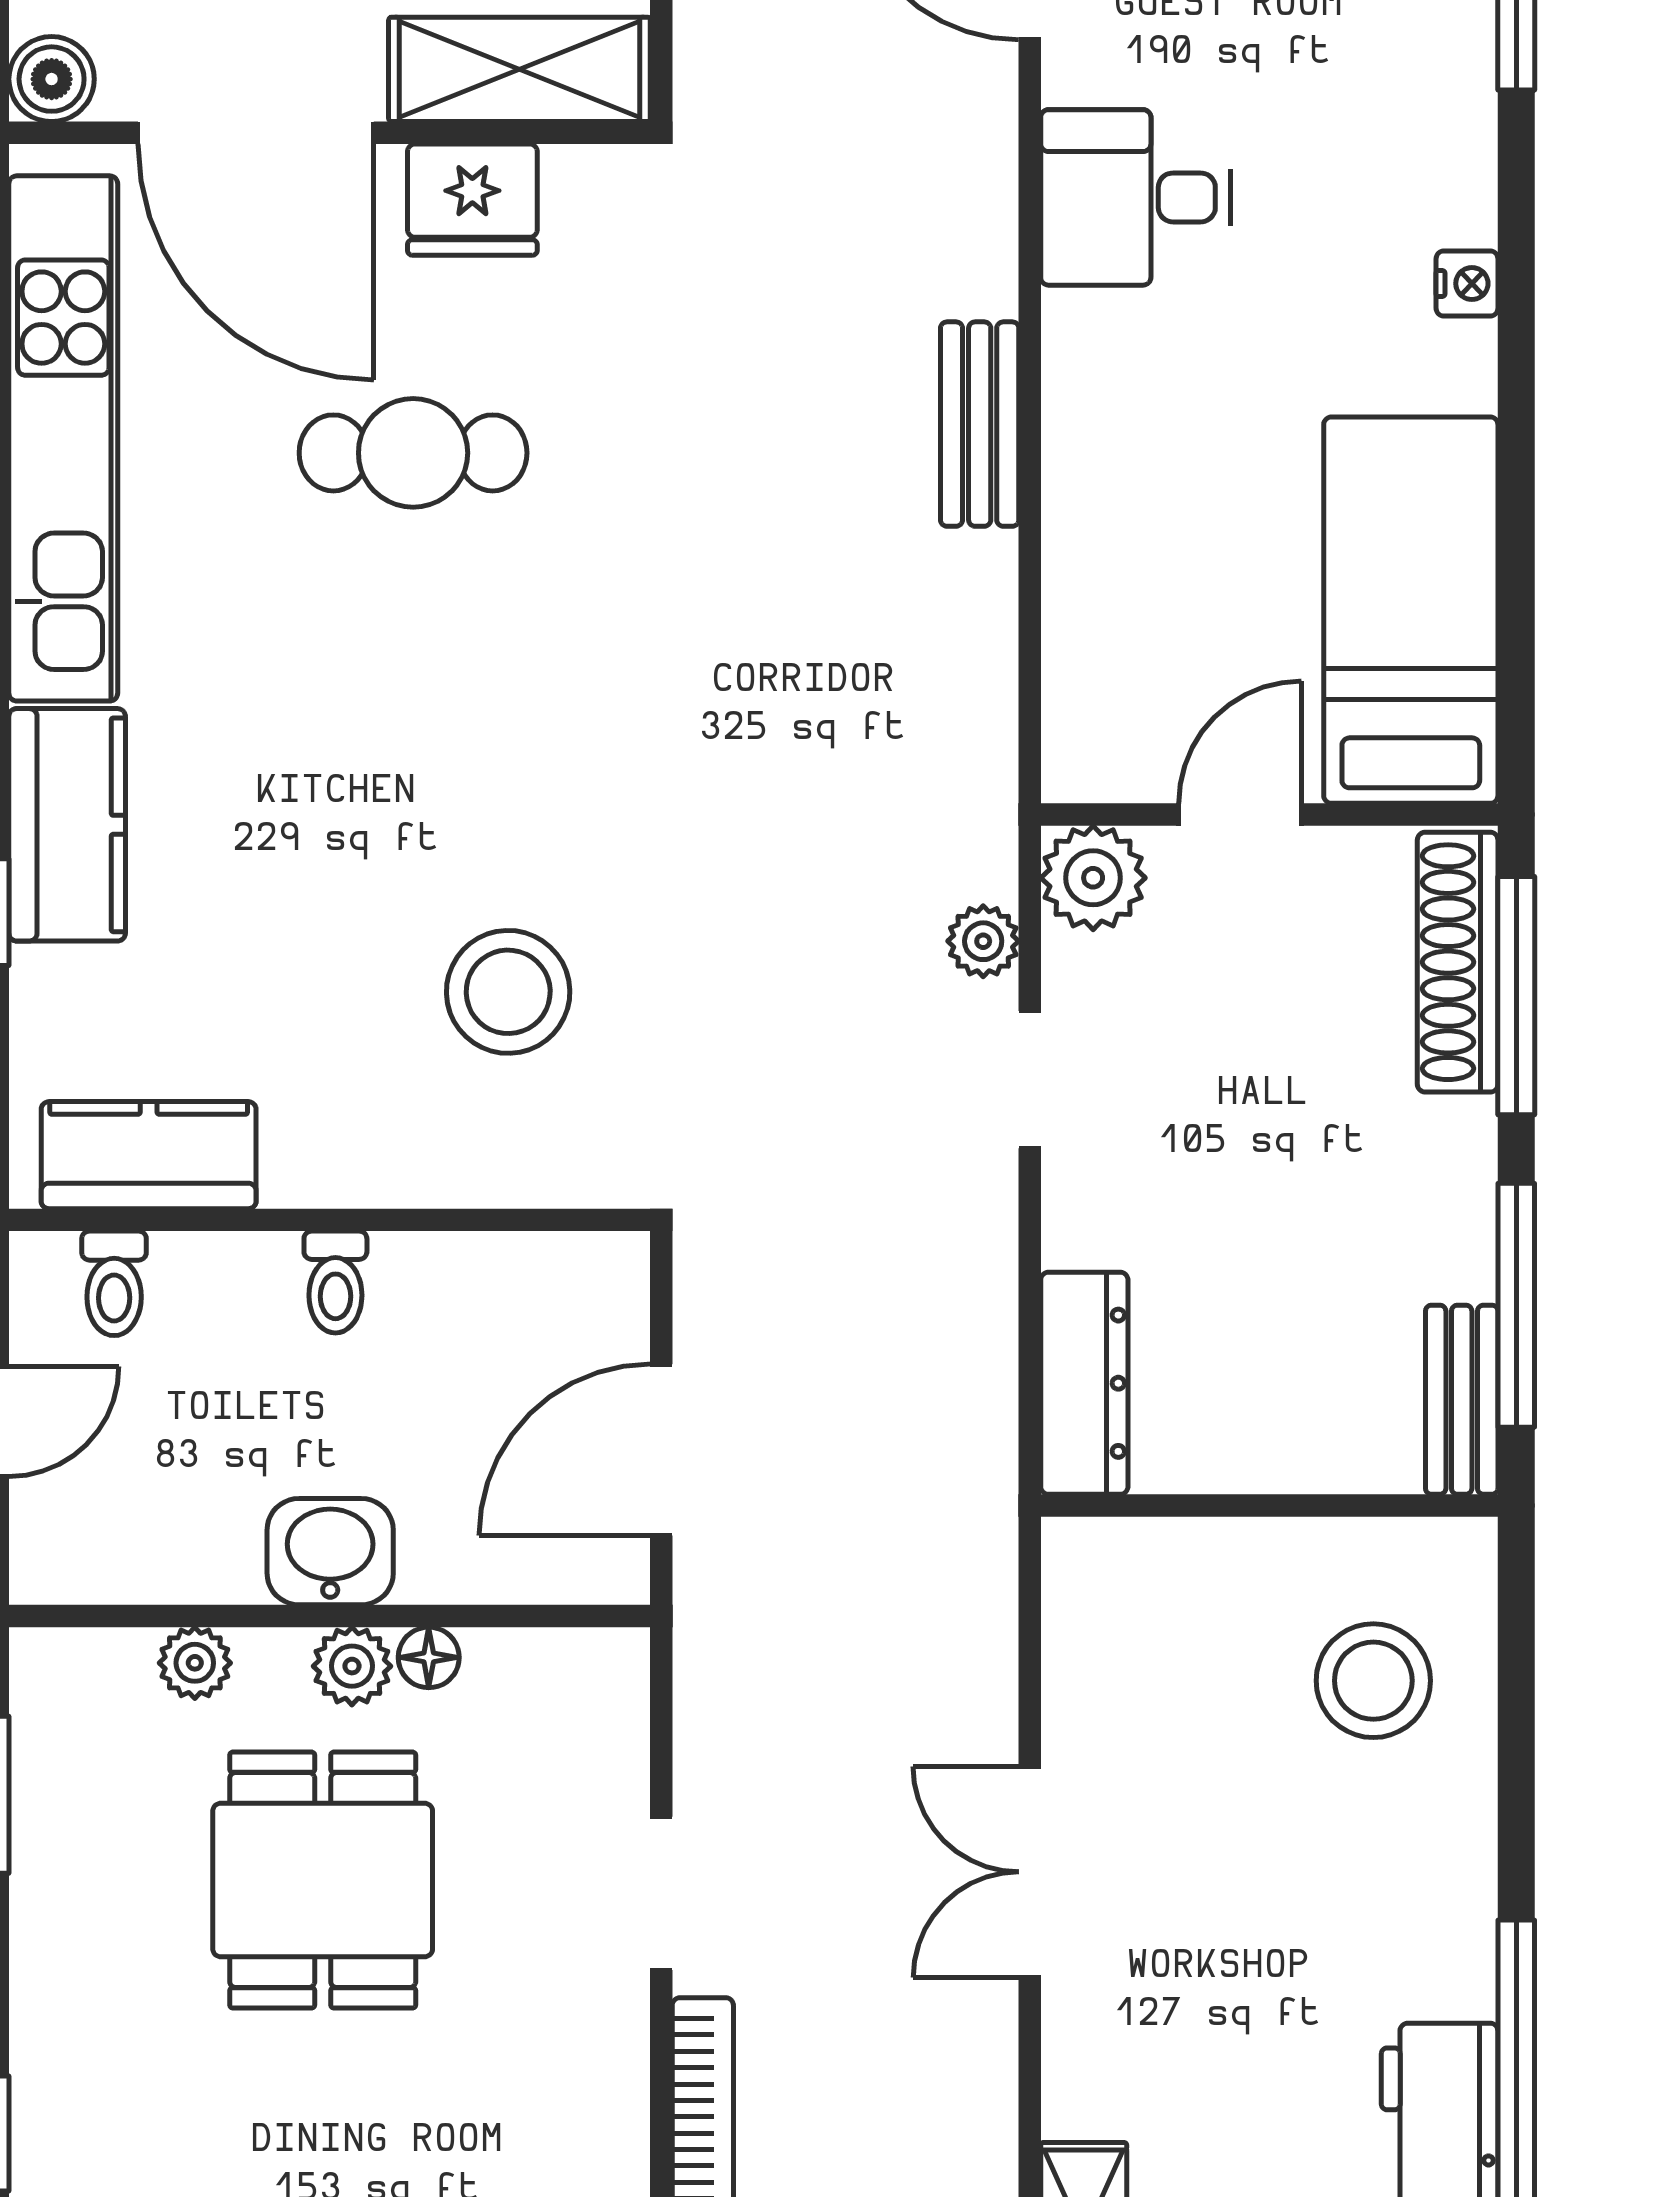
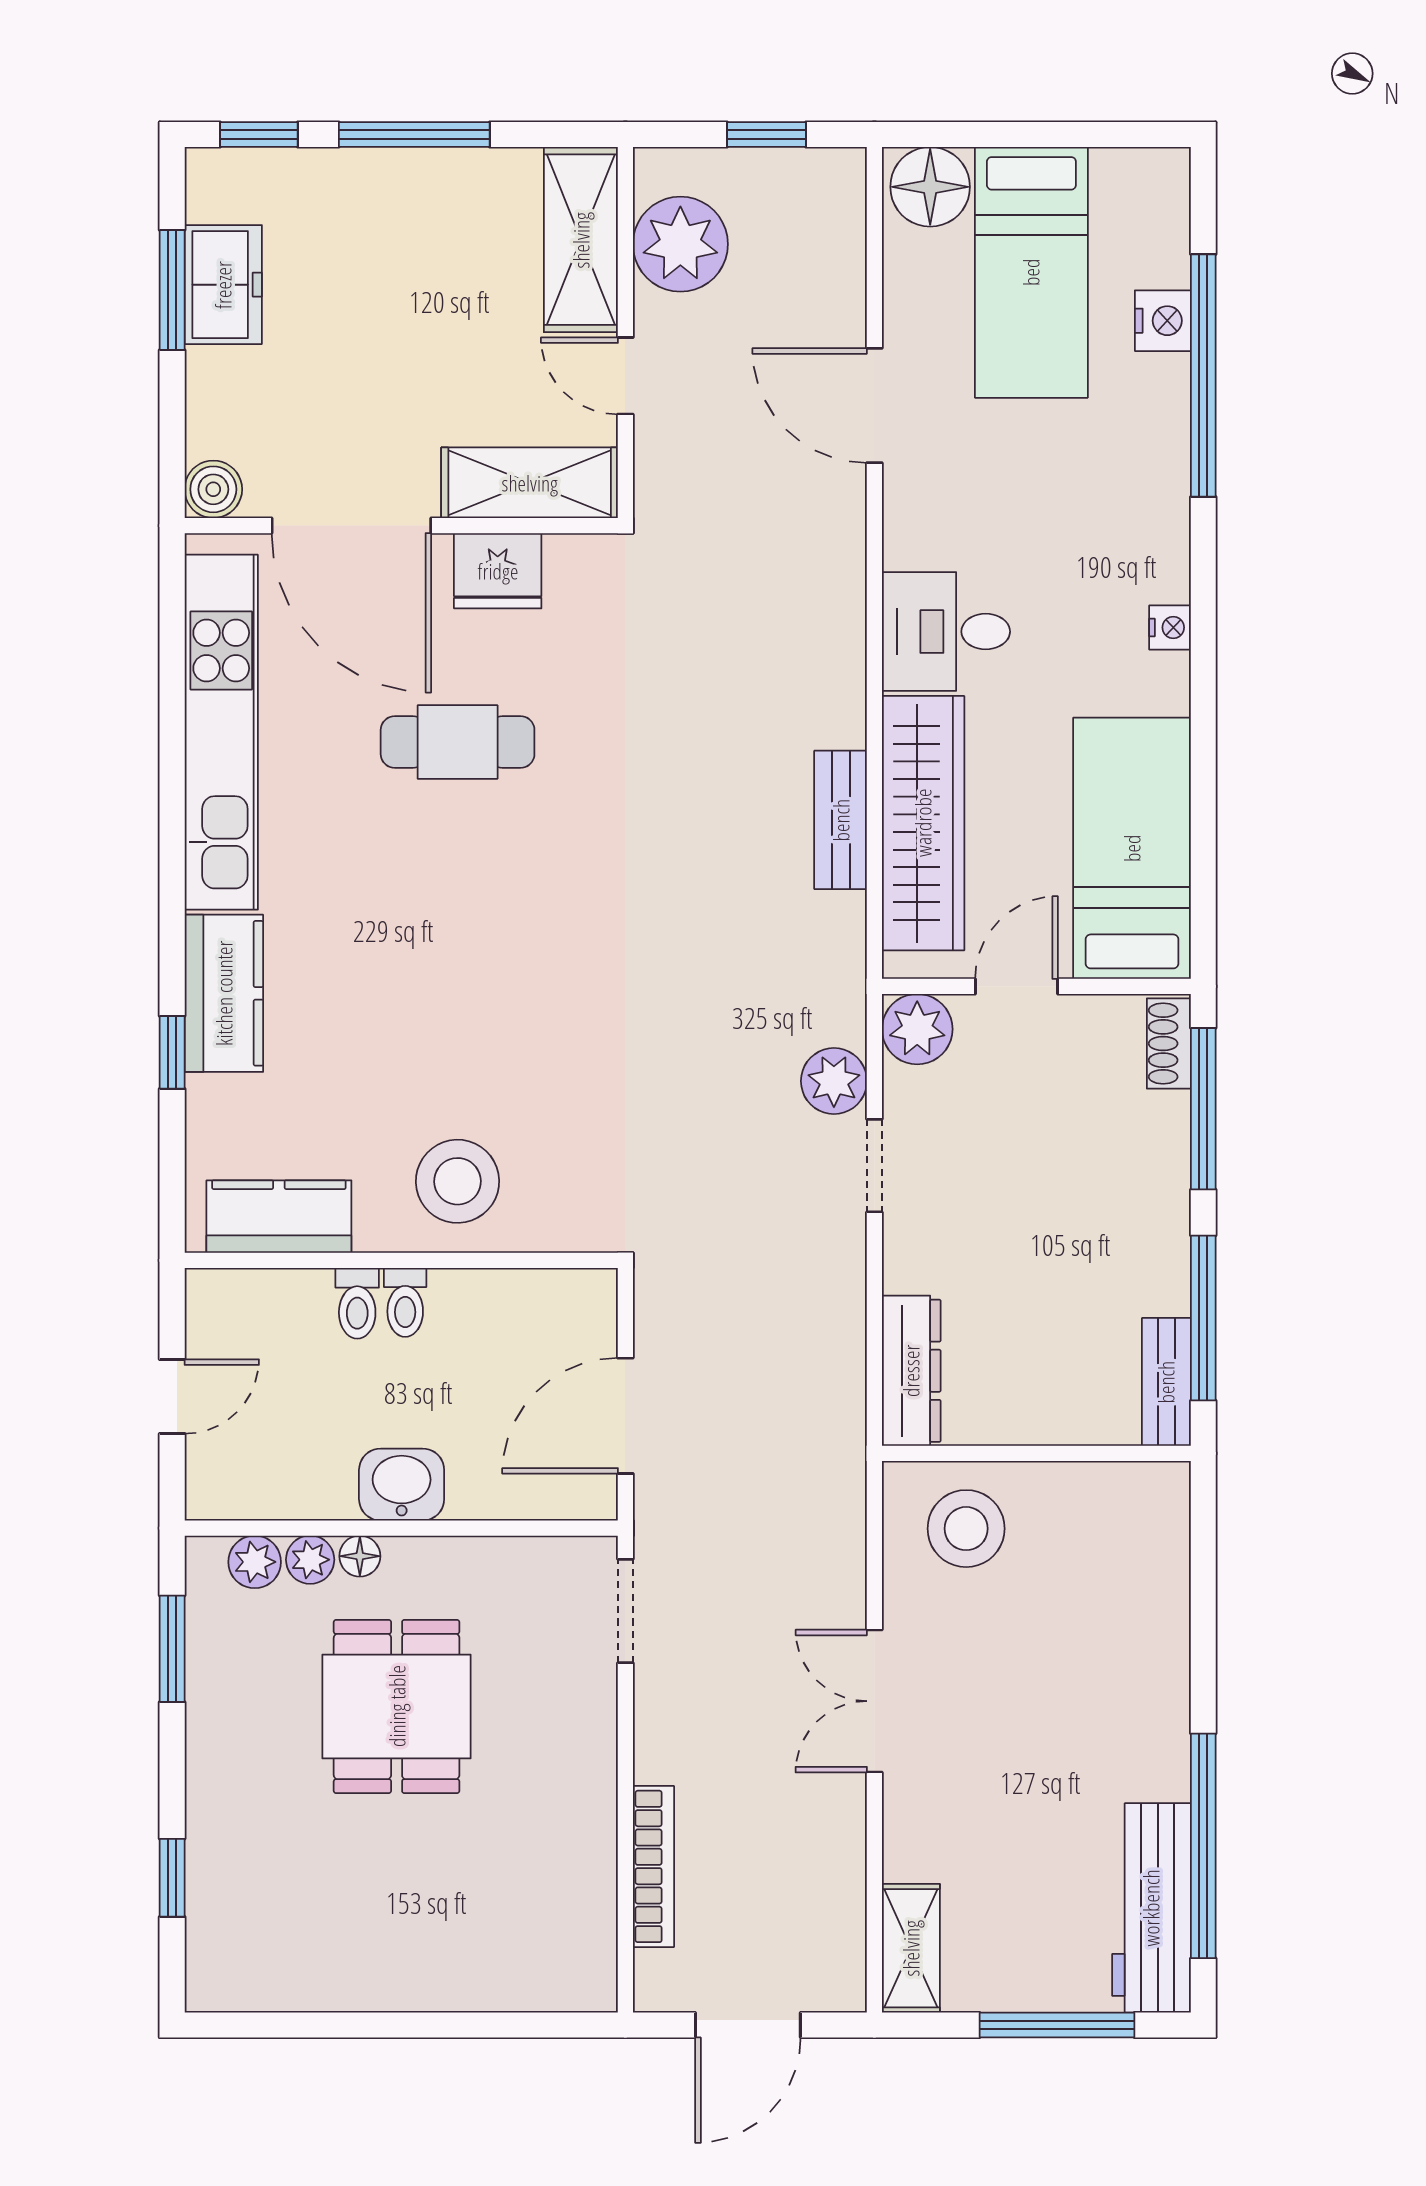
desk: (1136, 197) -> (946, 632), moved
bench: (980, 424) -> (841, 820), moved
wardrobe: (1102, 573) -> (923, 823), added
plant: (983, 941) -> (834, 1081), width x1.38, depth x1.38
shoe rack: (1458, 962) -> (1169, 1043), width x0.51, depth x0.81
stool: (508, 992) -> (458, 1181), moved
toilet: (114, 1283) -> (357, 1303), moved
floor lamp: (429, 1657) -> (360, 1556), moved
plant: (352, 1666) -> (255, 1562), moved
stool: (1373, 1681) -> (966, 1529), moved
doorway: (661, 1893) -> (625, 1611), moved

